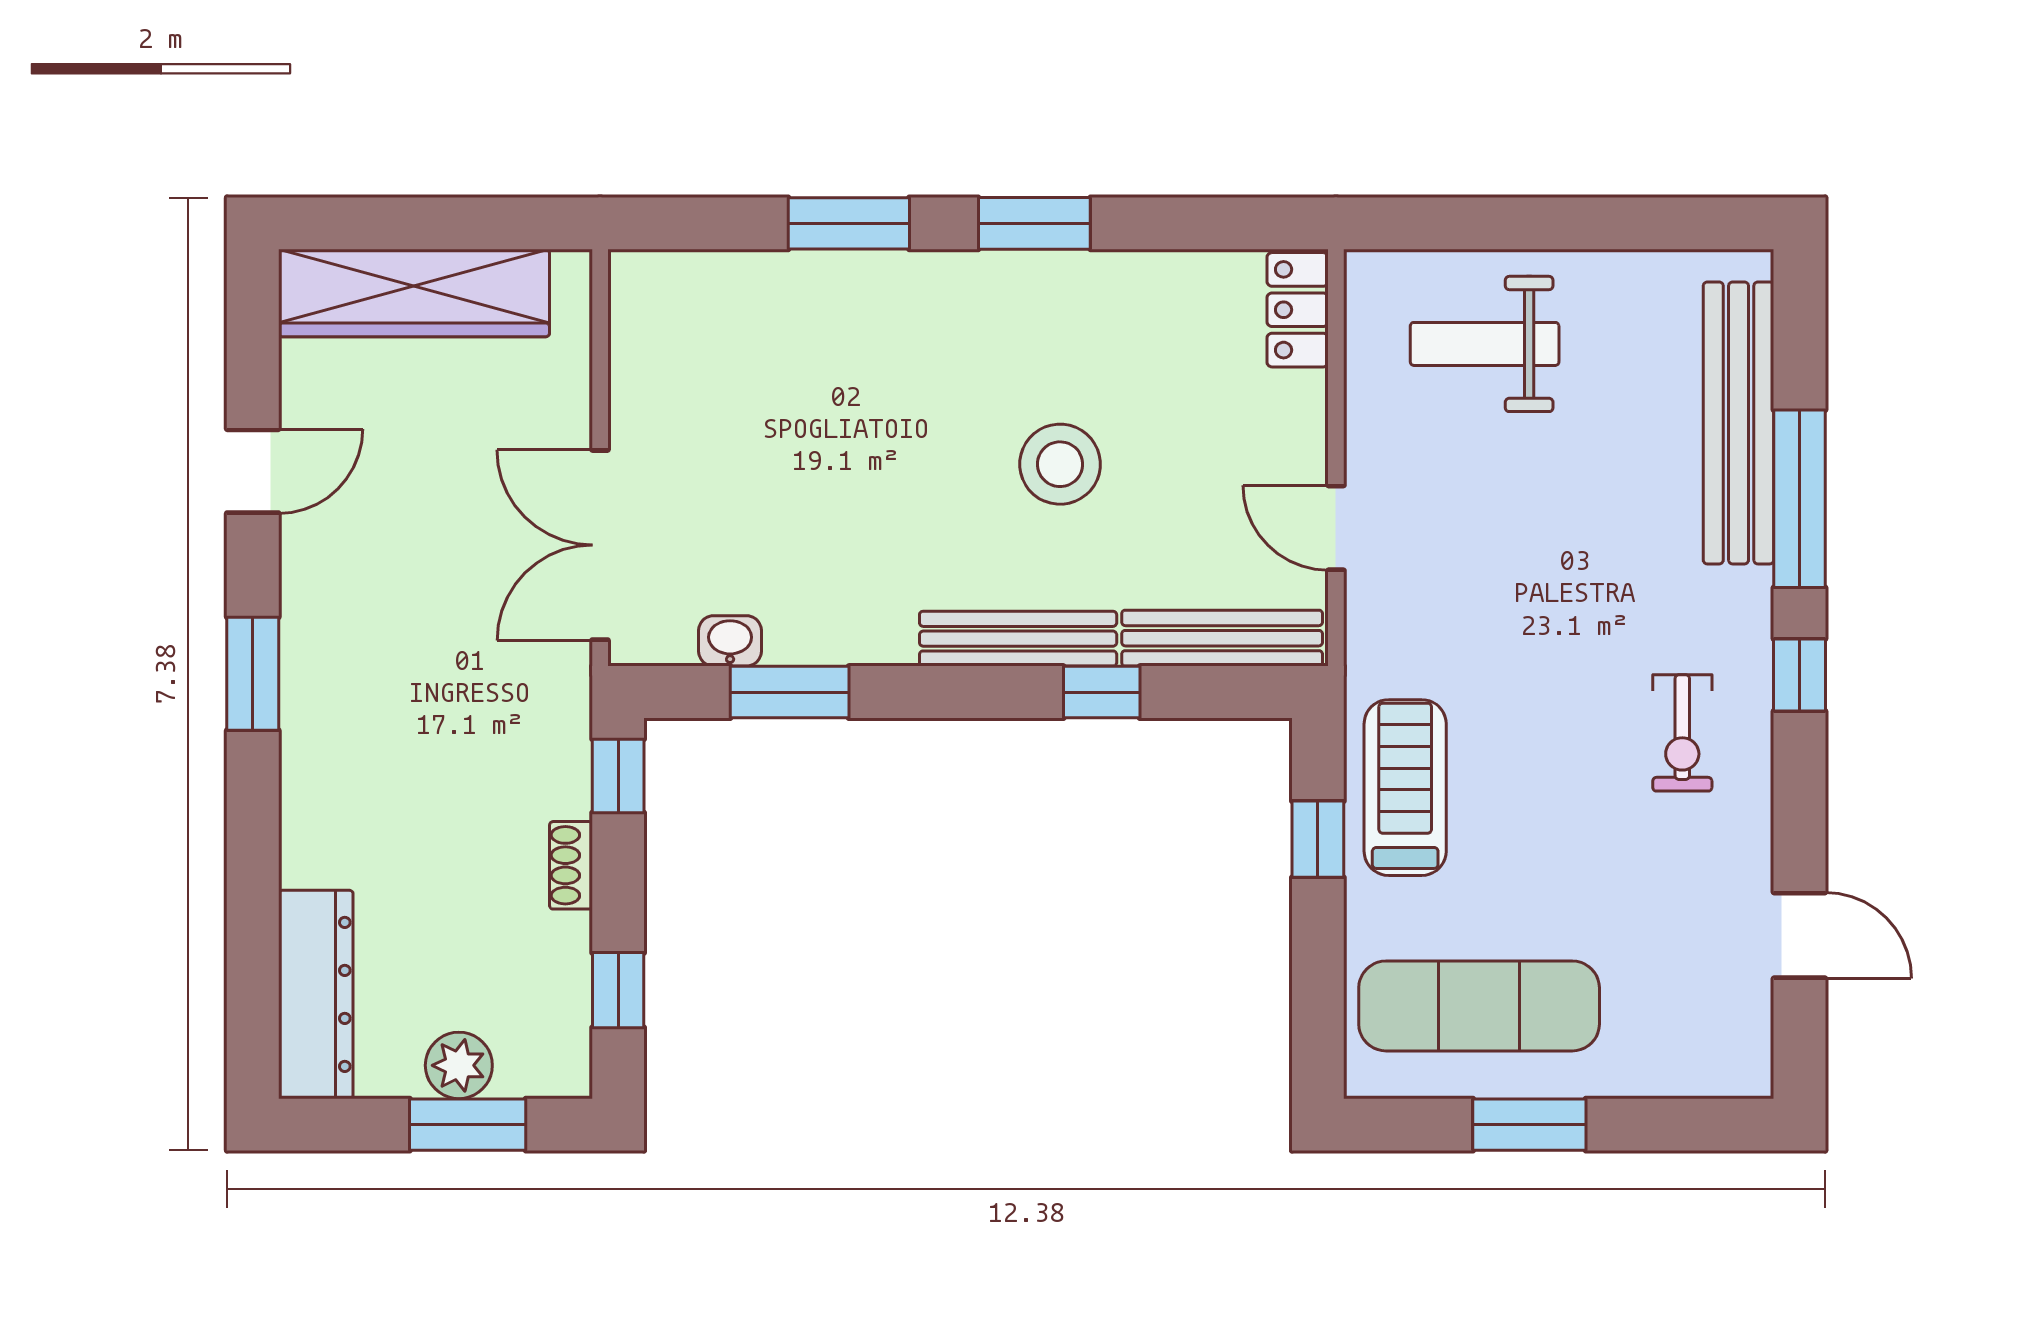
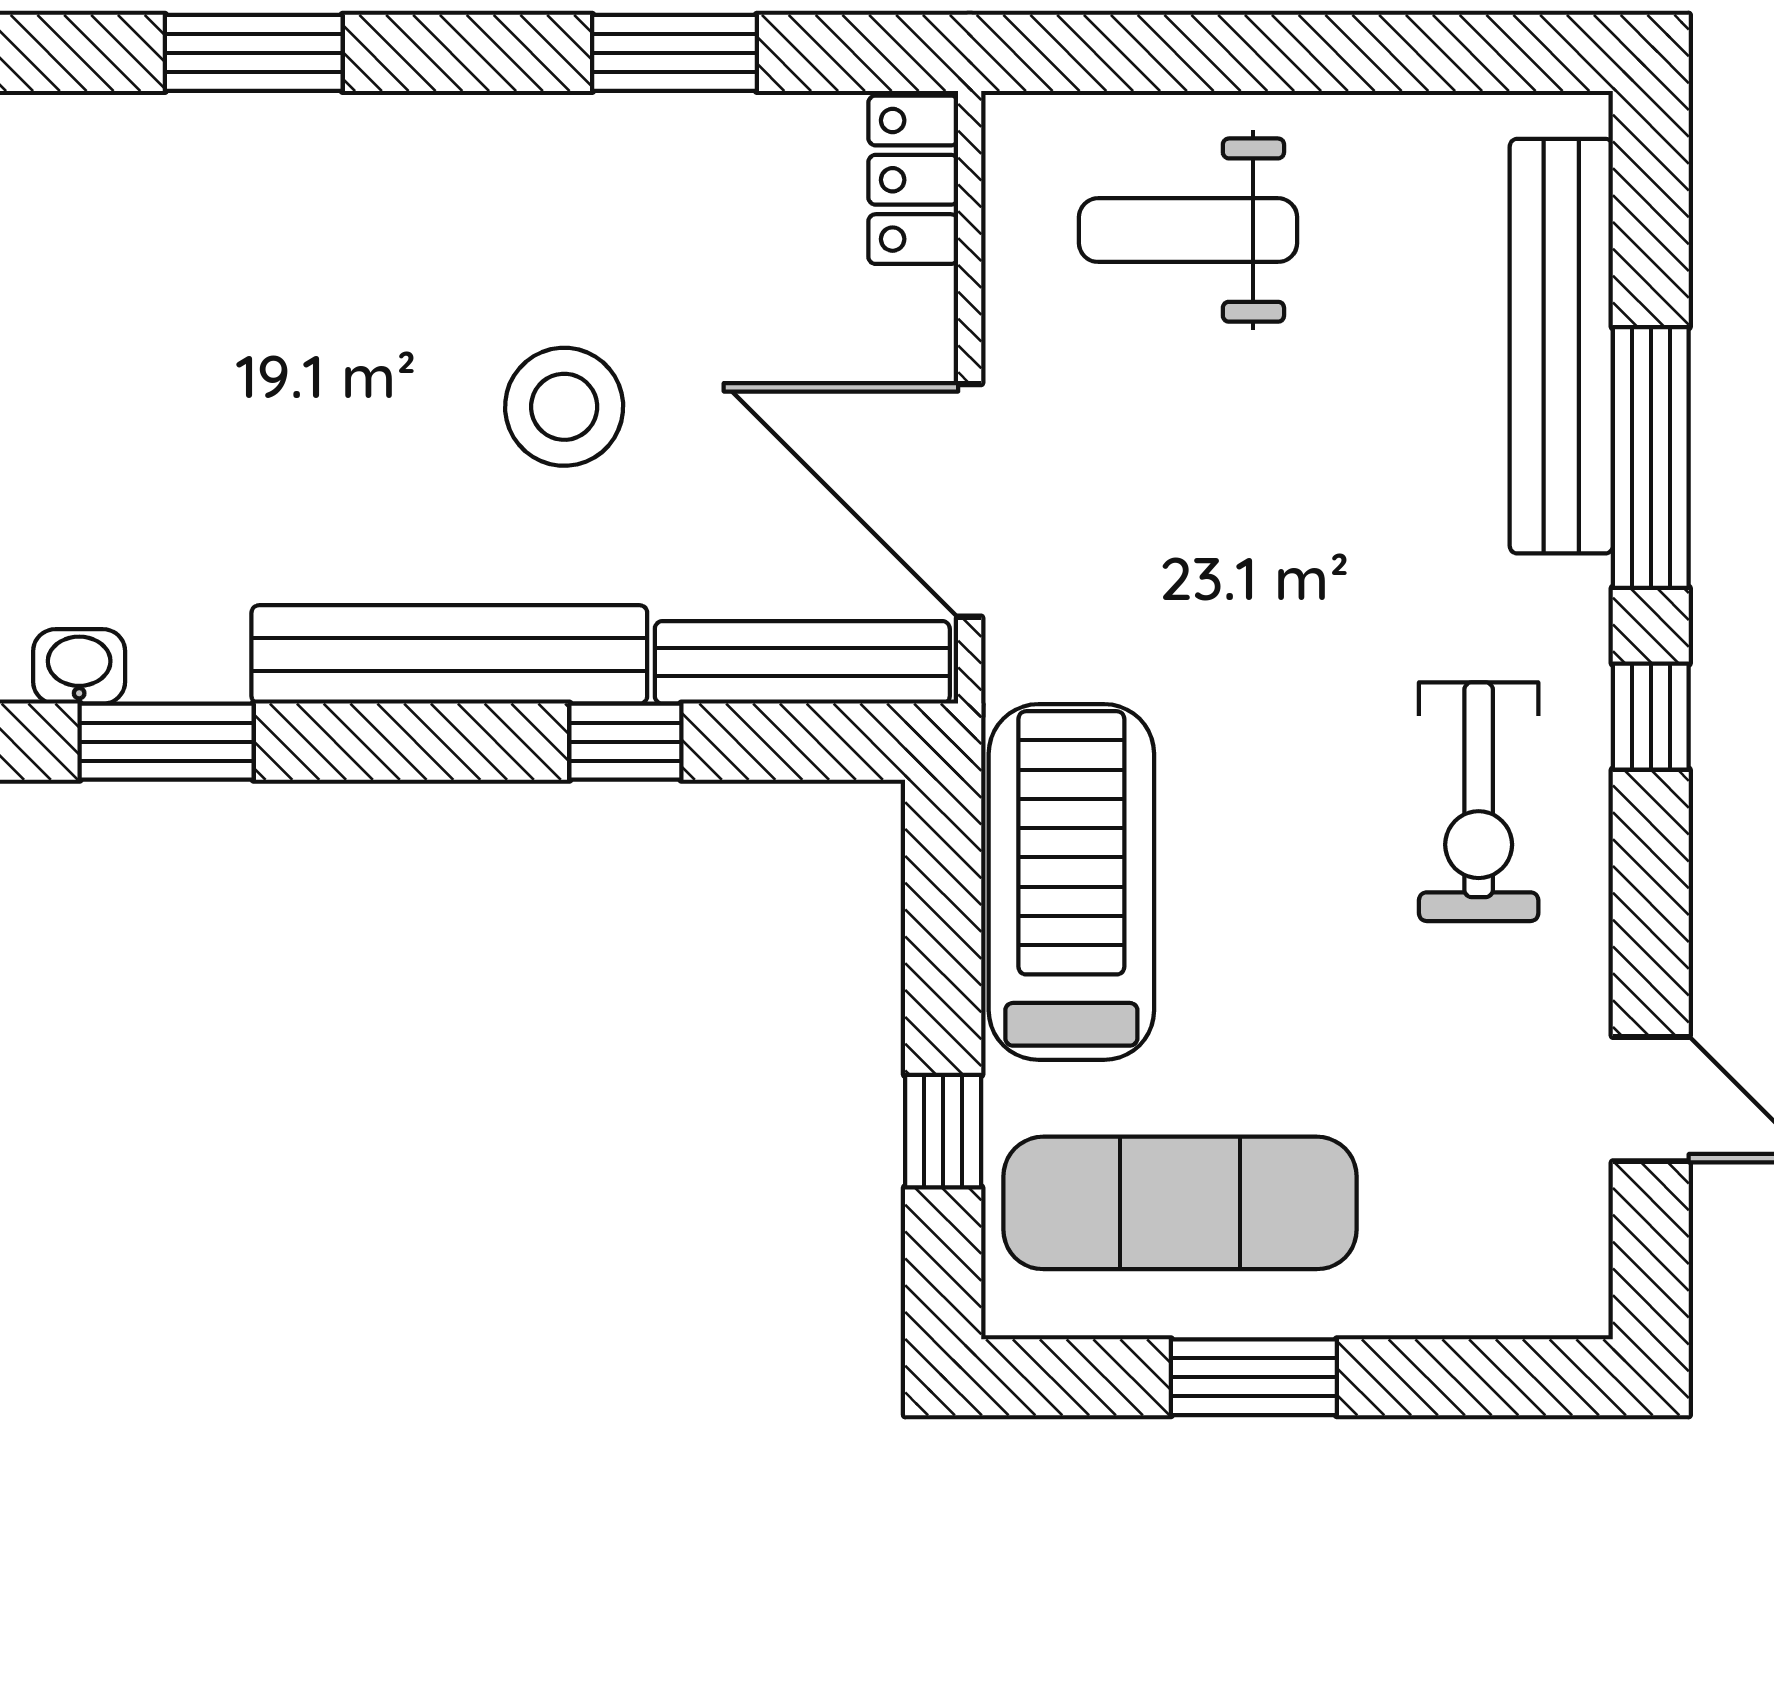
window: (1034, 223) -> (674, 53), moved
door: (1336, 528) -> (970, 500), width x1.87
bench: (1018, 639) -> (449, 654), width x1.37, depth x1.21
exercise bike: (1682, 733) -> (1479, 802), width x1.38, depth x1.39
treadmill: (1405, 788) -> (1071, 882), width x1.37, depth x1.38
window: (1318, 839) -> (943, 1131), moved

